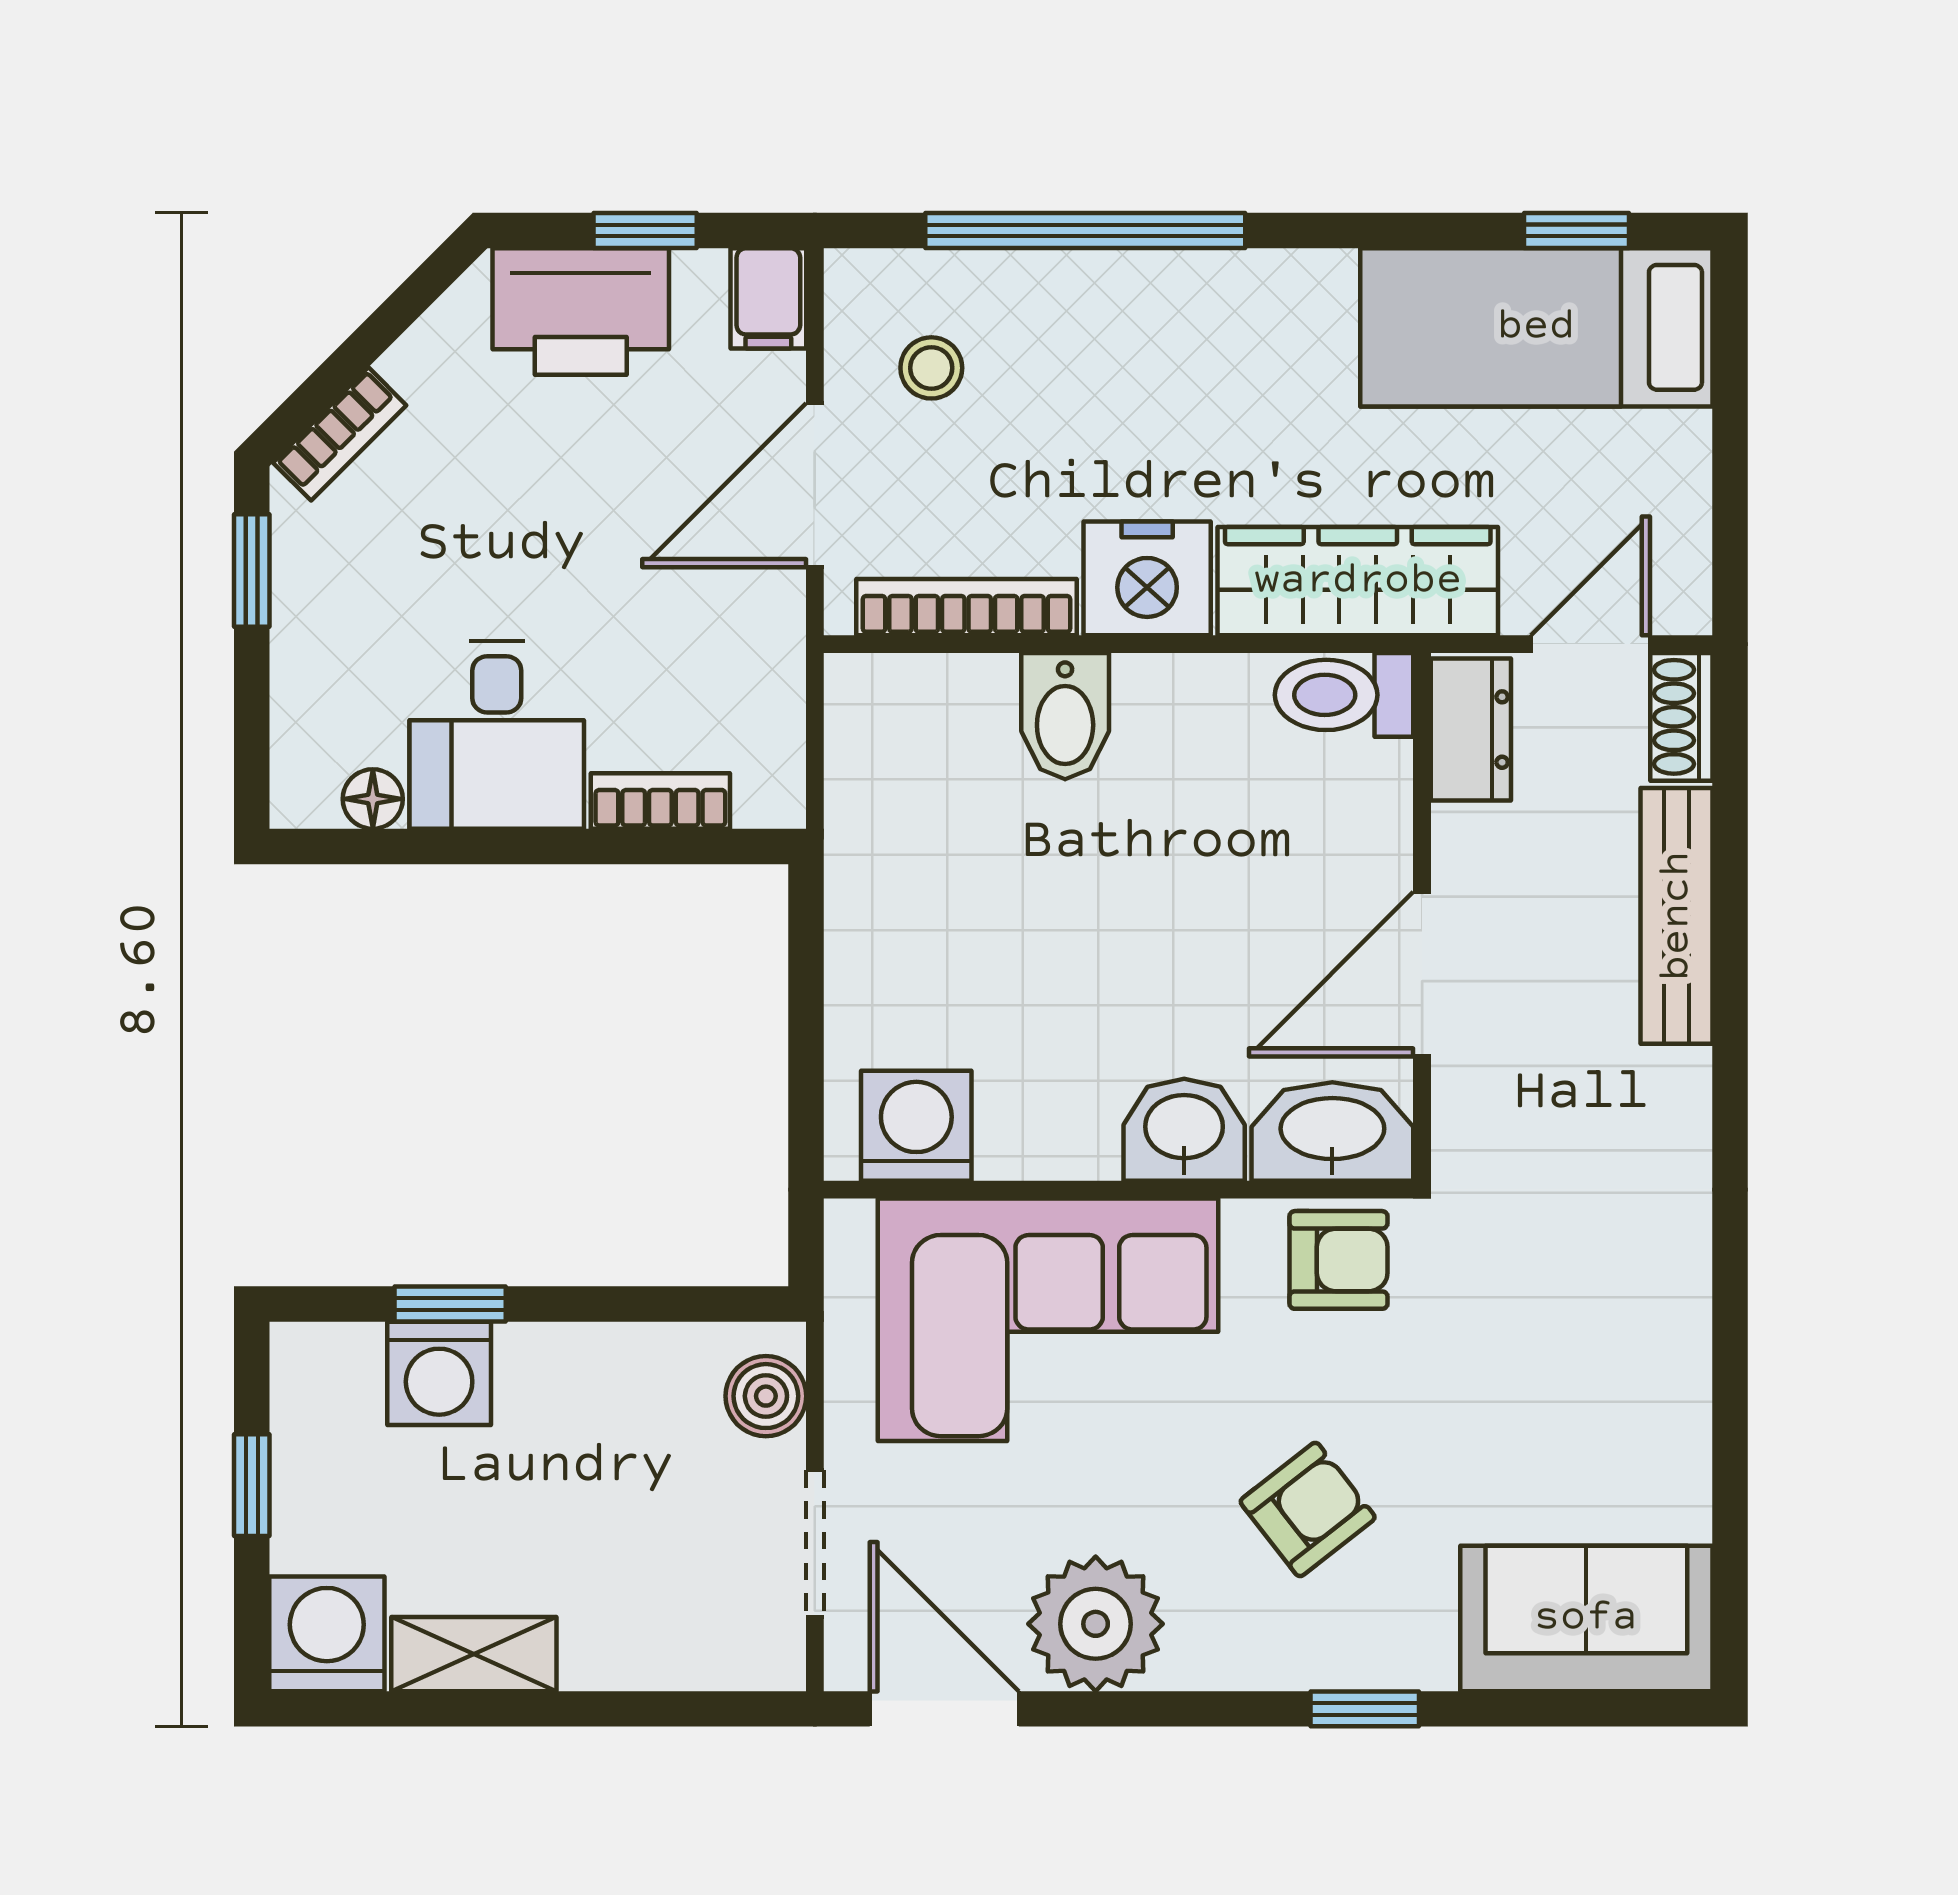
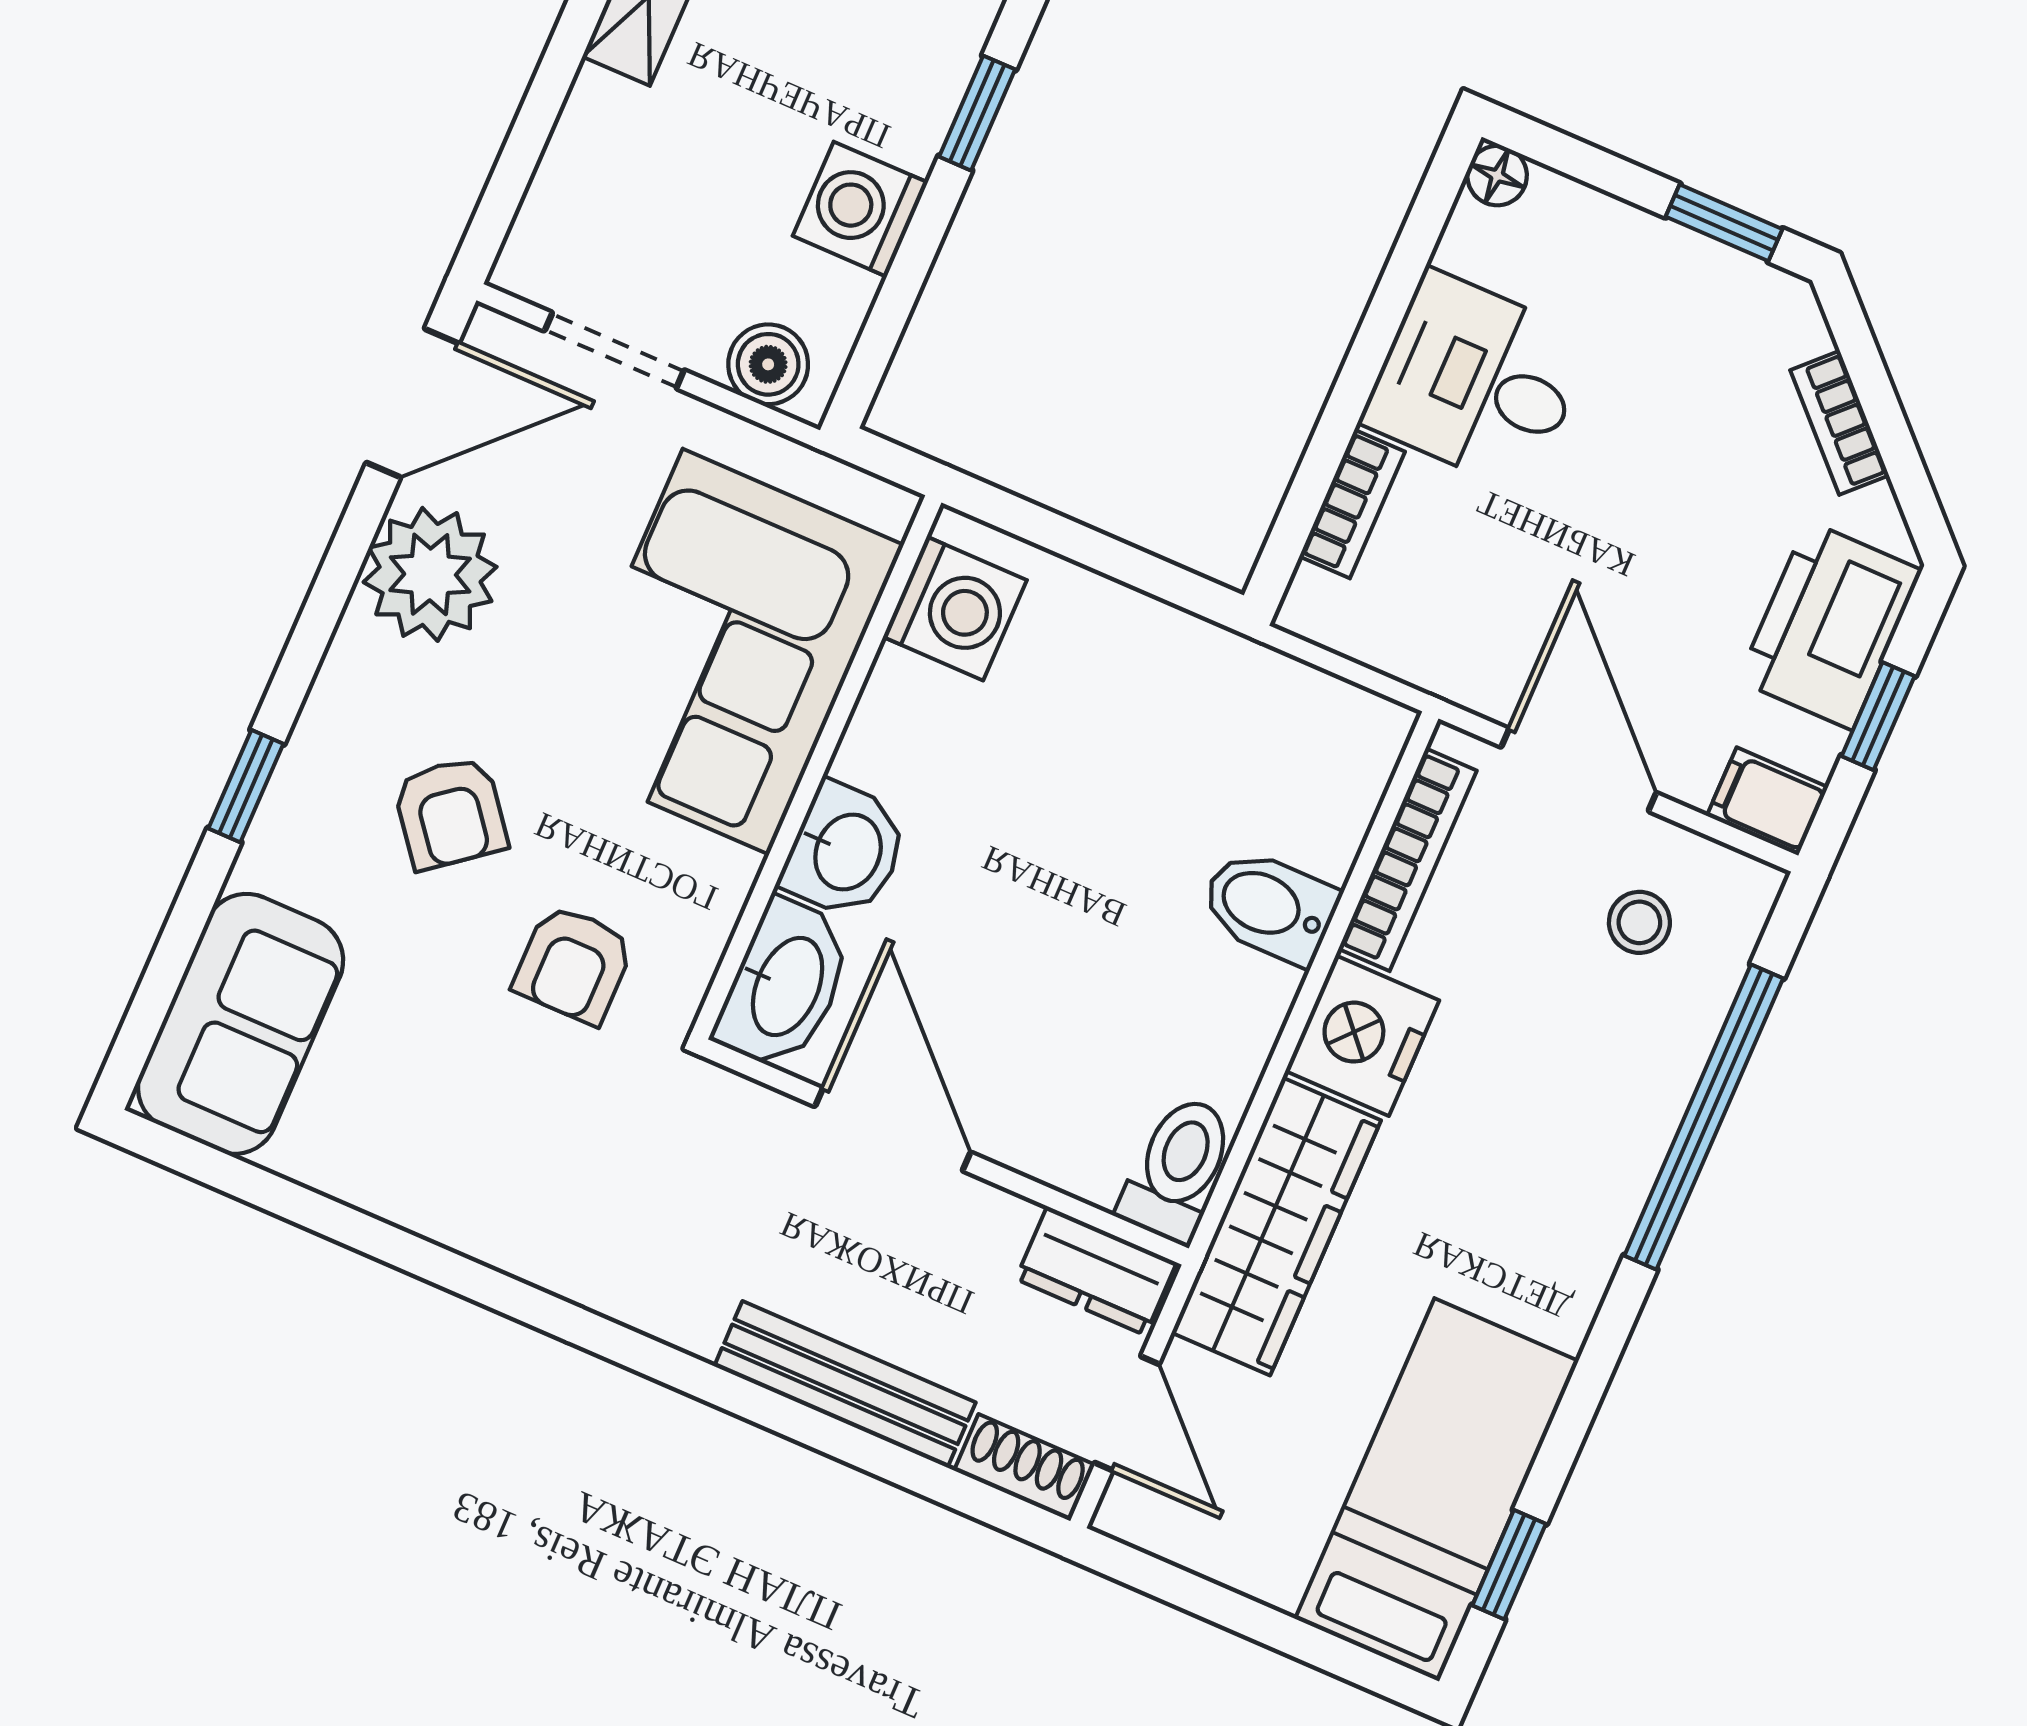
bookcase: (340, 434) -> (1840, 423), moved
floor lamp: (373, 799) -> (1497, 176), moved
armchair: (1338, 1260) -> (574, 964), moved
washing machine: (439, 1373) -> (860, 209), moved

